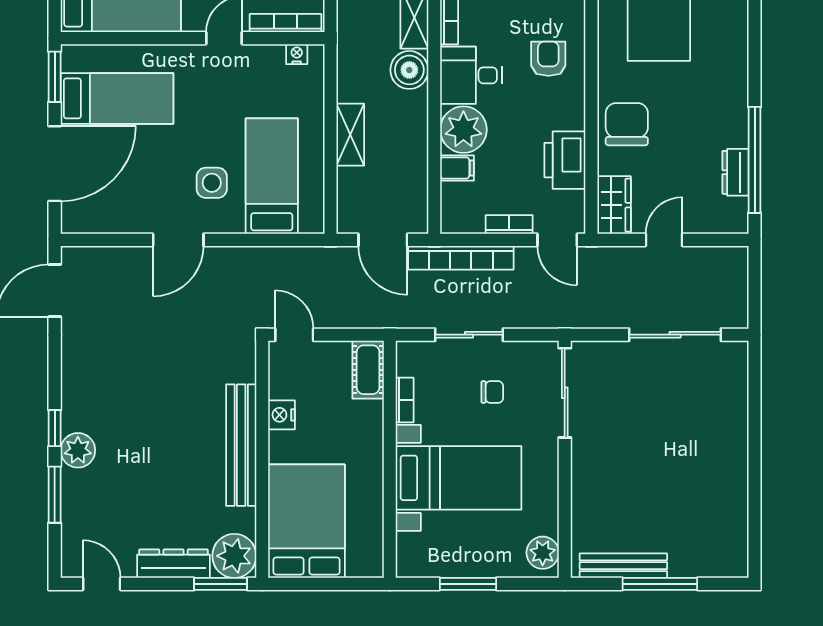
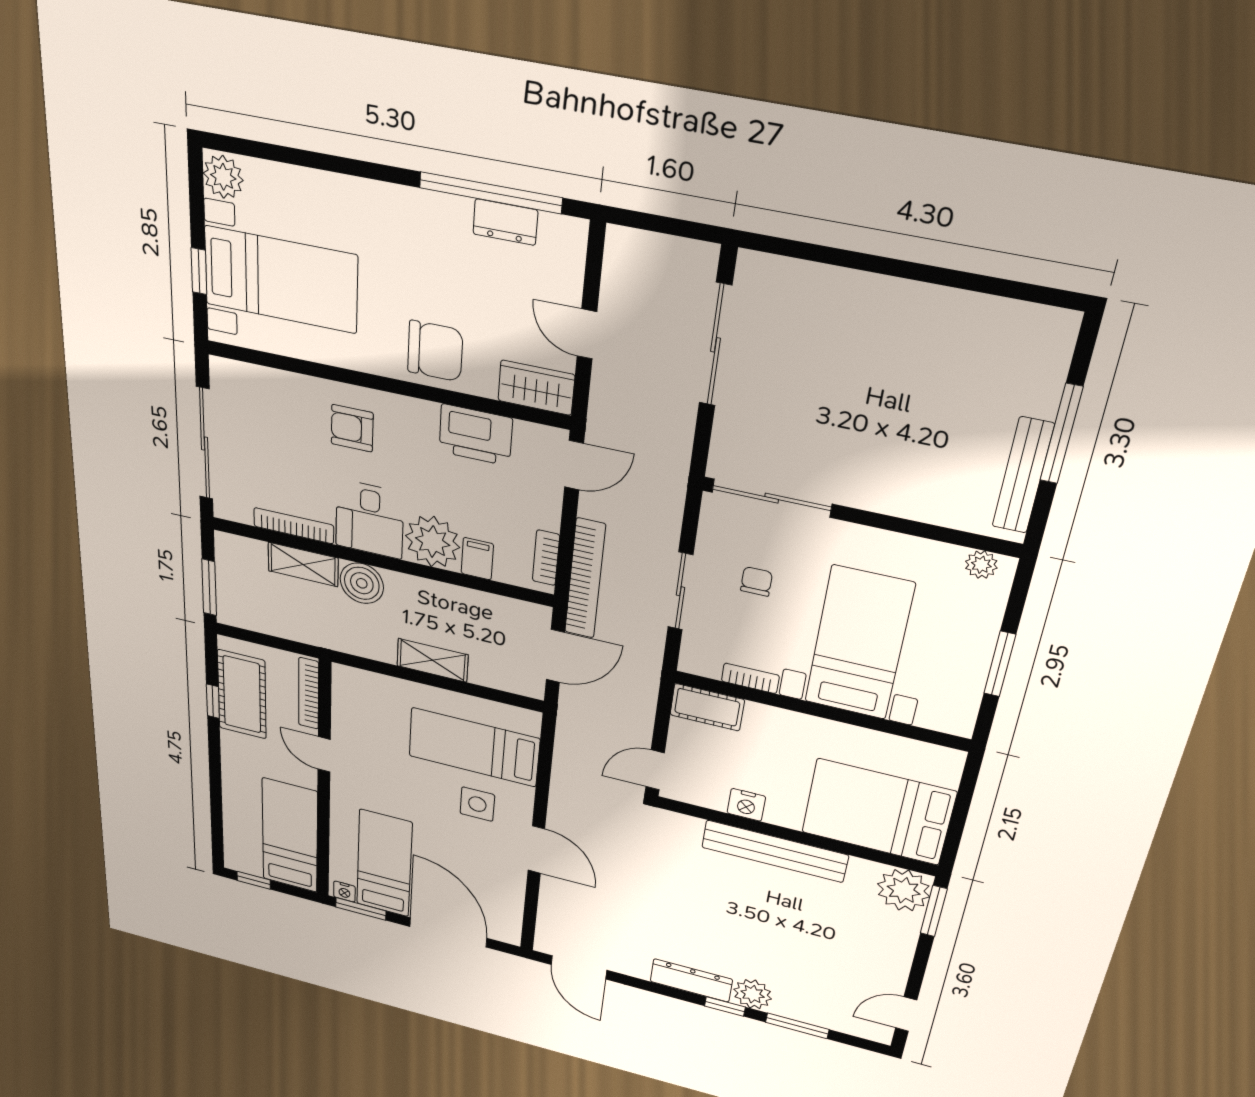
nightstand: (297, 54) -> (344, 892), moved, turned -90
chair: (627, 124) -> (435, 351), turned 180
bookcase: (509, 224) -> (546, 558), moved
plant: (543, 553) -> (981, 565), width x0.73, depth x0.73
dresser: (173, 564) -> (691, 980), moved, turned 90

